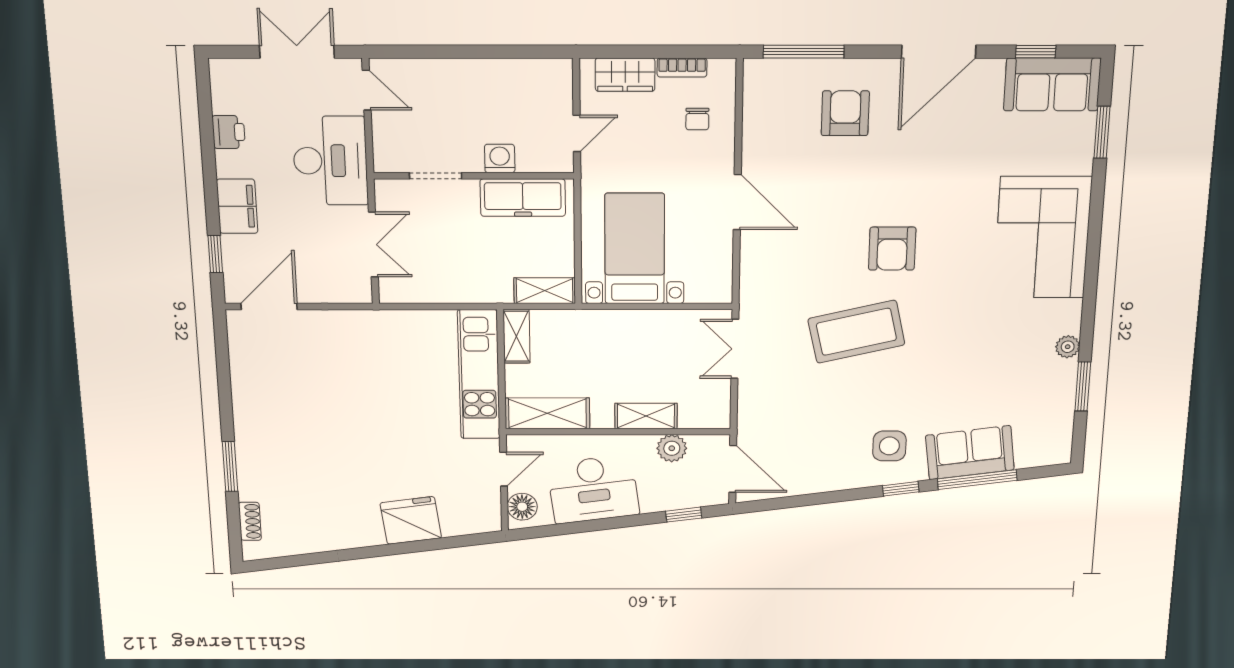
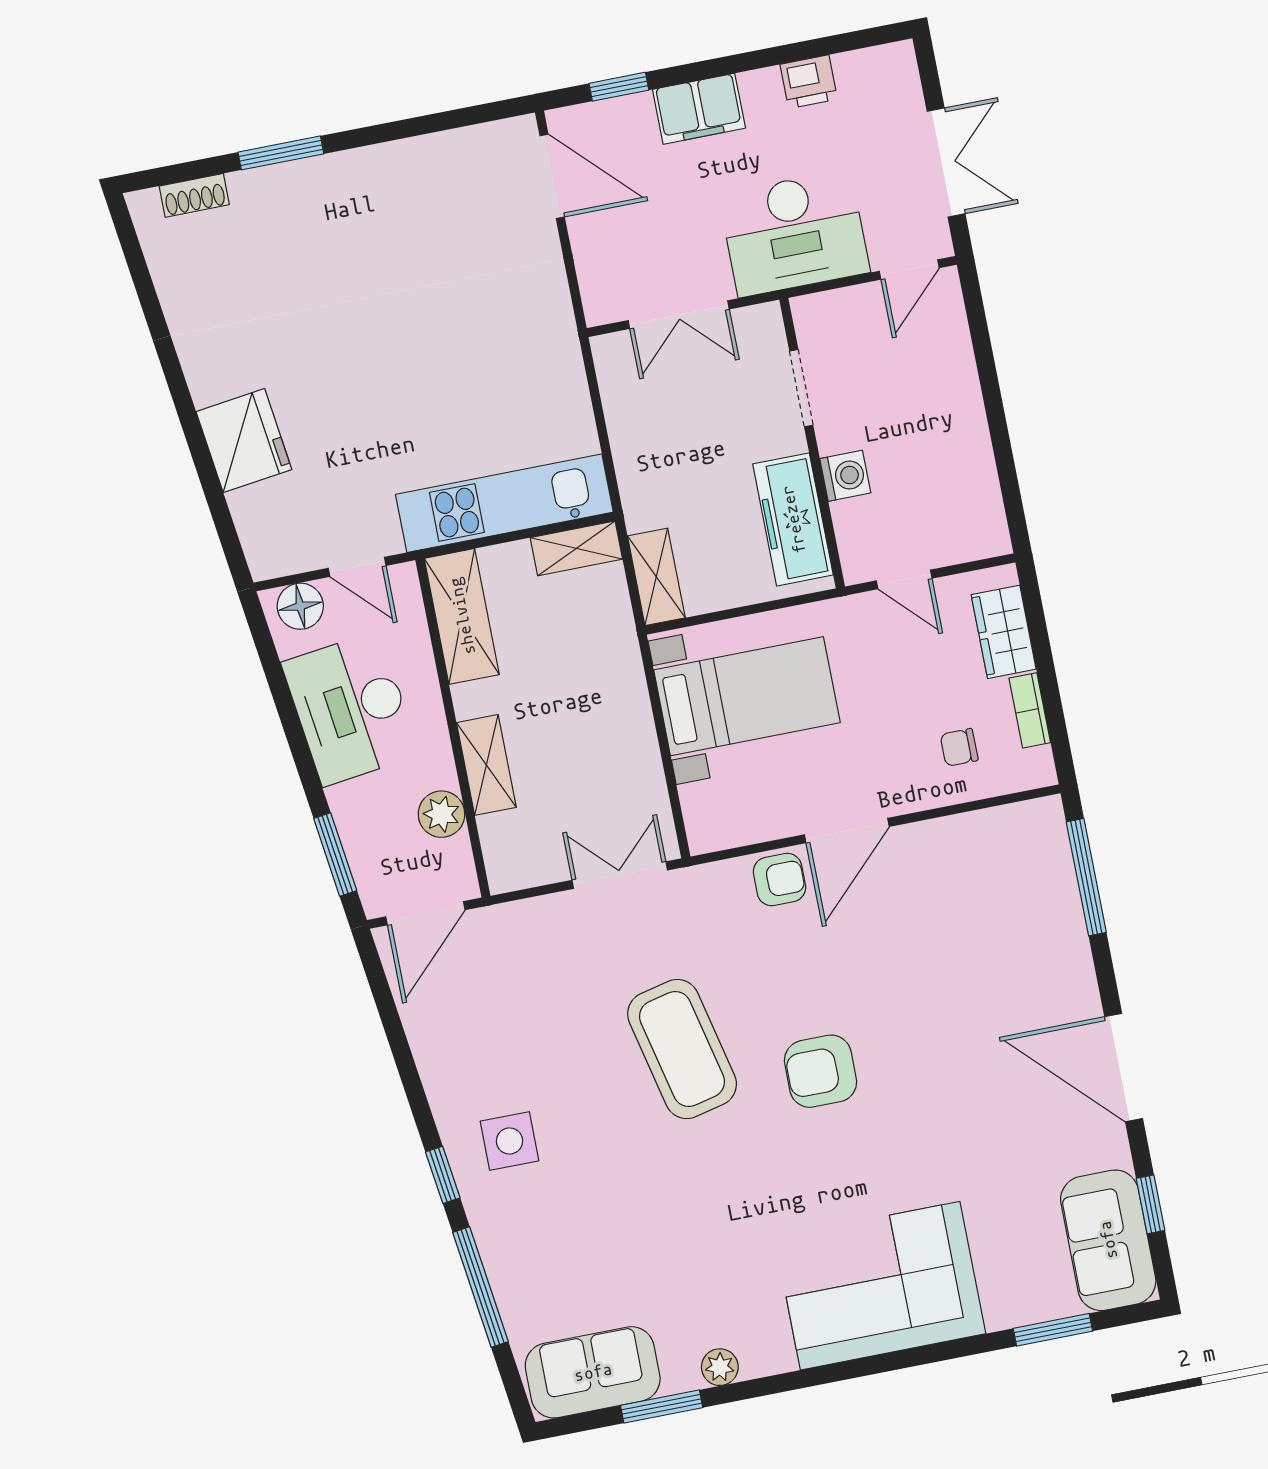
armchair: (845, 113) -> (779, 880), moved, width x0.72, depth x0.72
sofa: (970, 453) -> (593, 1372), moved, turned -83
window: (684, 515) -> (335, 855), width x1.50

